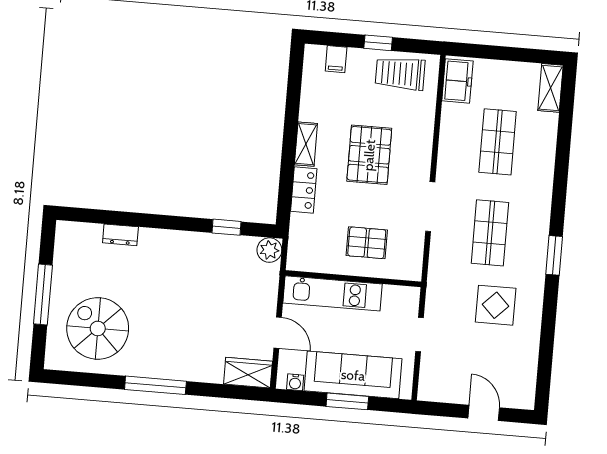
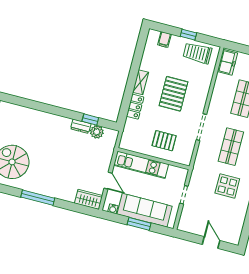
dresser: (120, 235) -> (81, 126), moved
plant: (269, 250) -> (97, 132), moved

